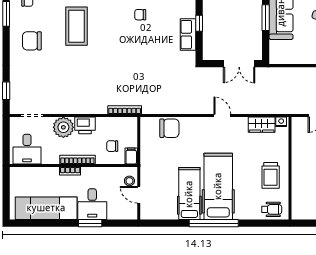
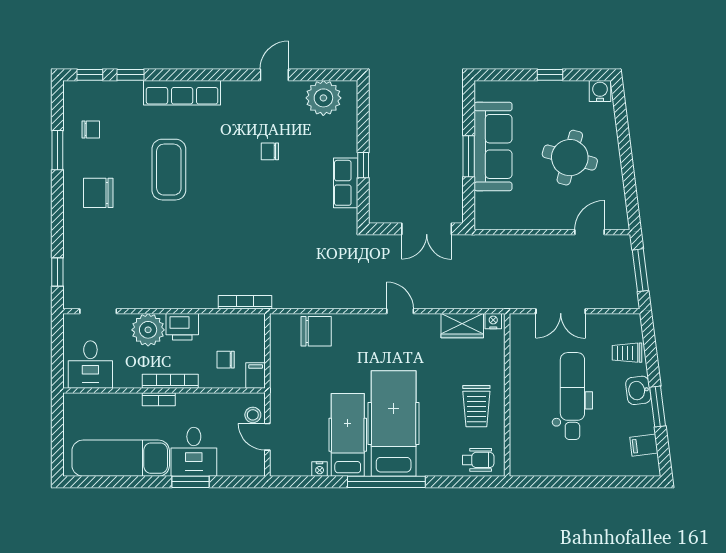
nightstand: (172, 215) -> (320, 469), added

